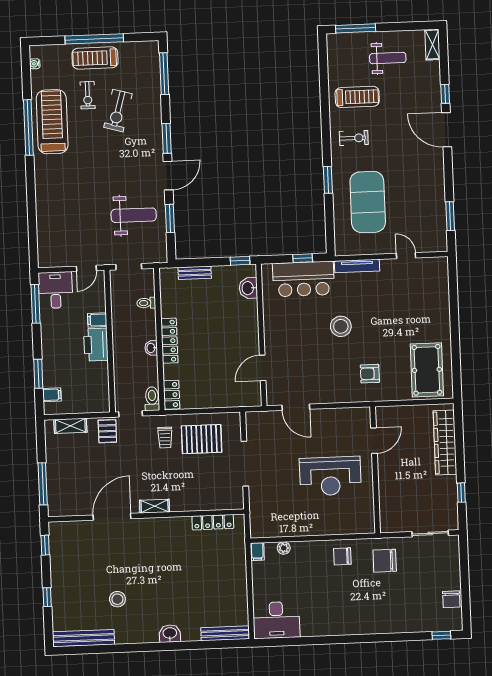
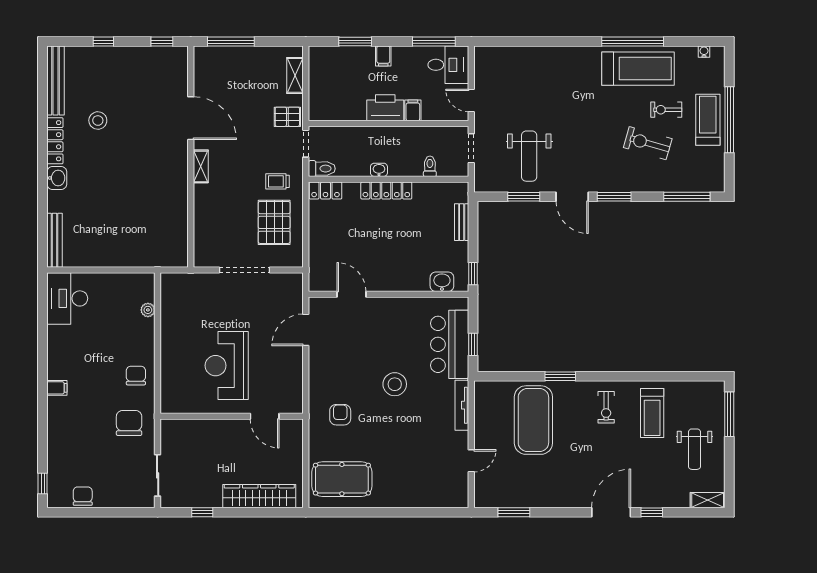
exercise mat: (368, 202) -> (533, 420), turned 90
filing cabinet: (52, 395) -> (383, 56), moved
locker: (213, 522) -> (55, 141), moved, turned 180
filing cabinet: (257, 552) -> (57, 388), moved, turned 180
chair: (451, 599) -> (83, 496), turned 90

